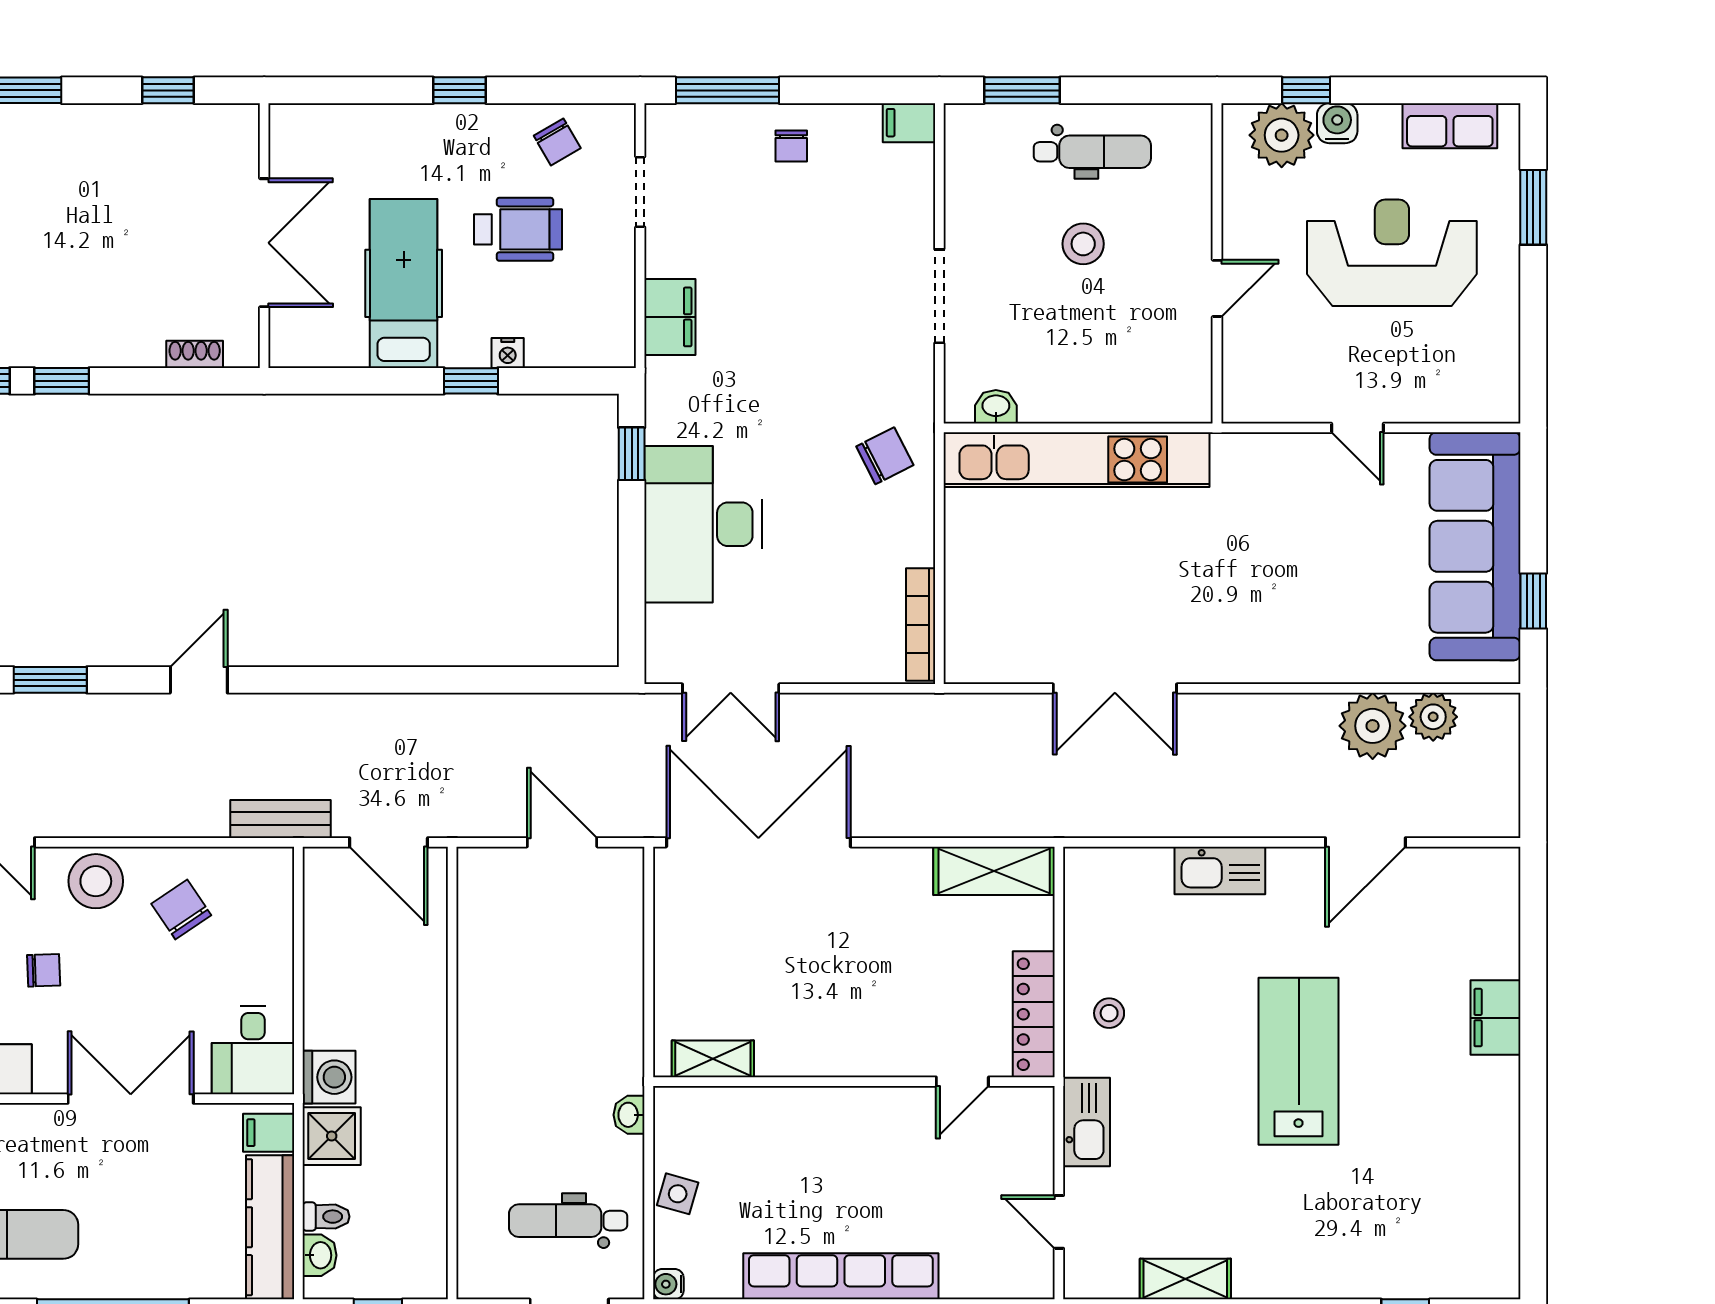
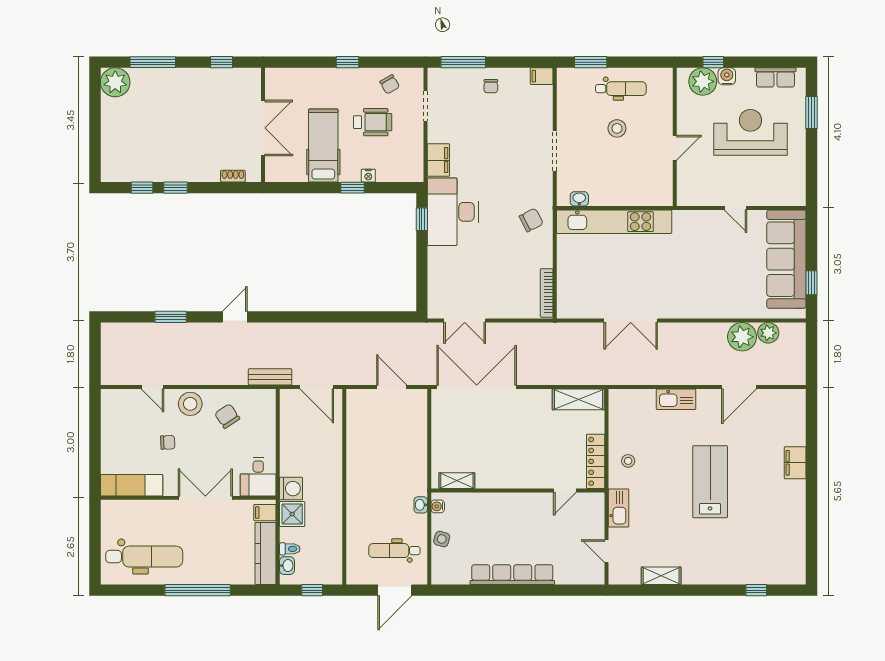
desk: (703, 524) -> (453, 212), moved
water cooler: (668, 1284) -> (438, 506), moved

